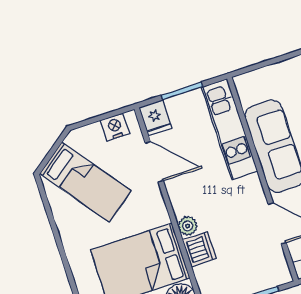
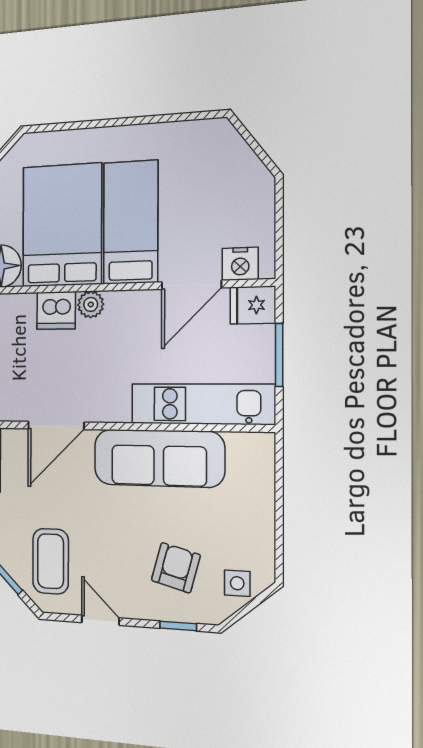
nightstand: (115, 127) -> (240, 264), moved, turned 90
bed: (86, 182) -> (131, 222), moved, turned 127

